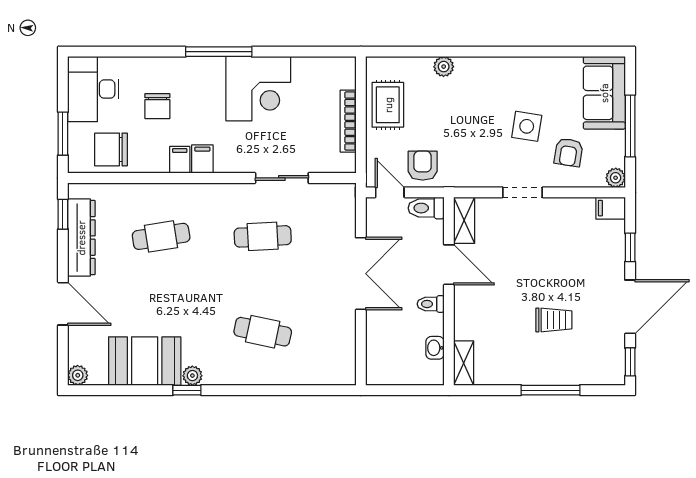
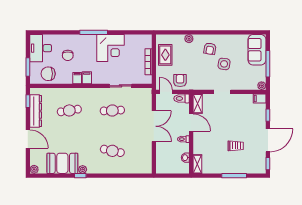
armchair: (569, 152) -> (210, 49), moved

